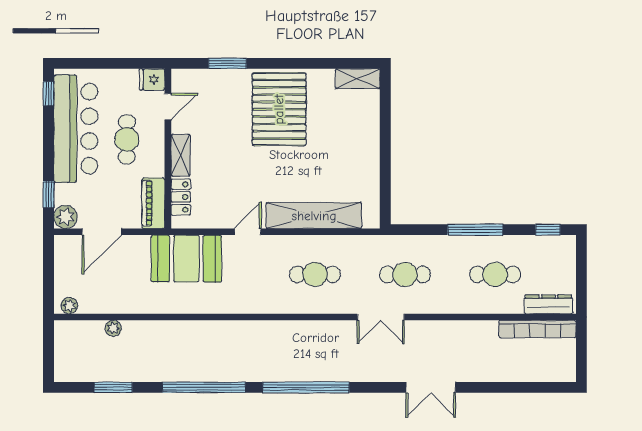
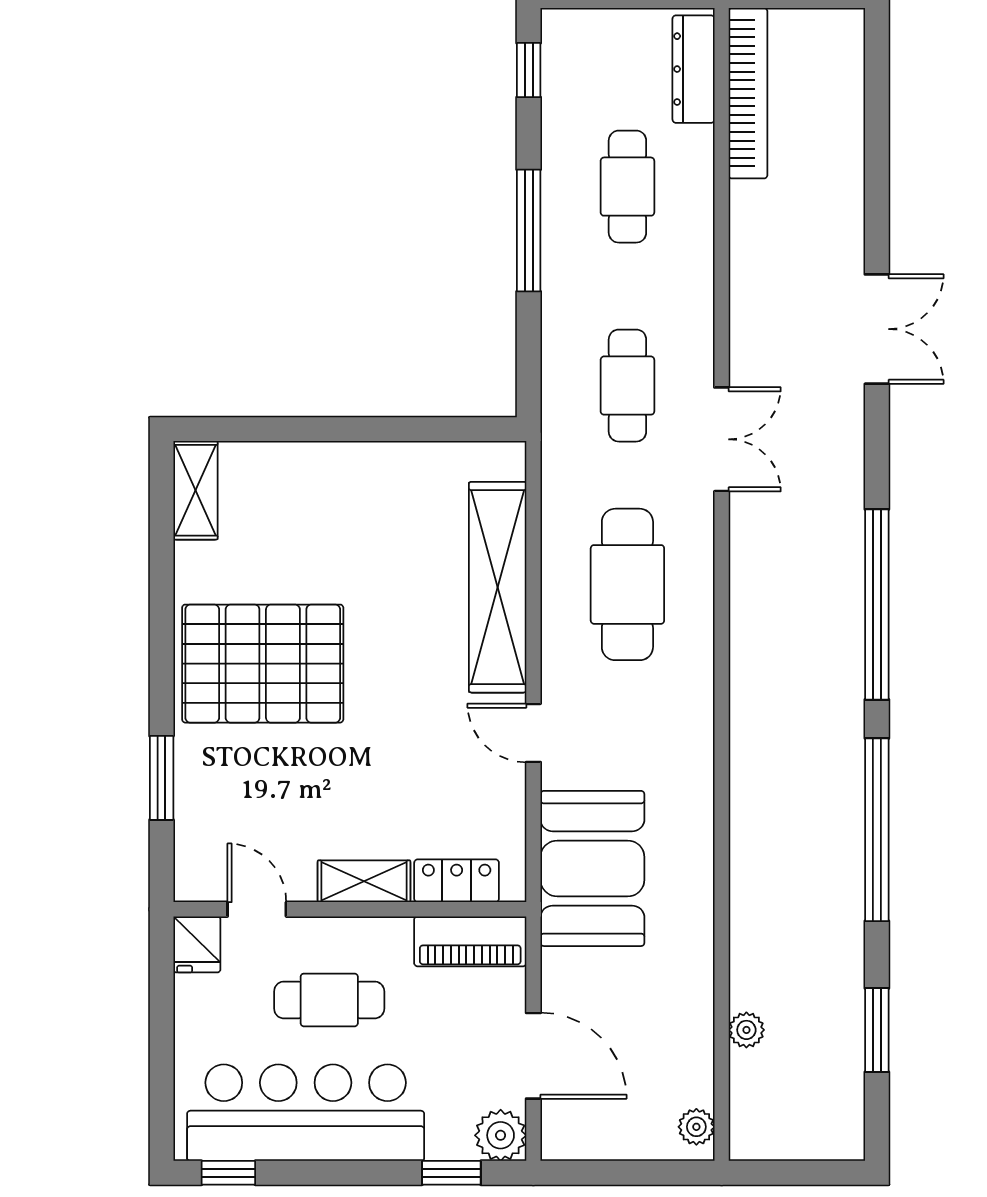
cafe table: (315, 274) -> (627, 584), width x1.37, depth x1.35

